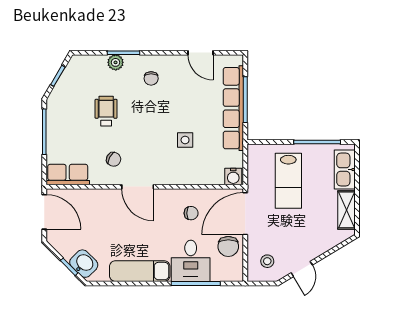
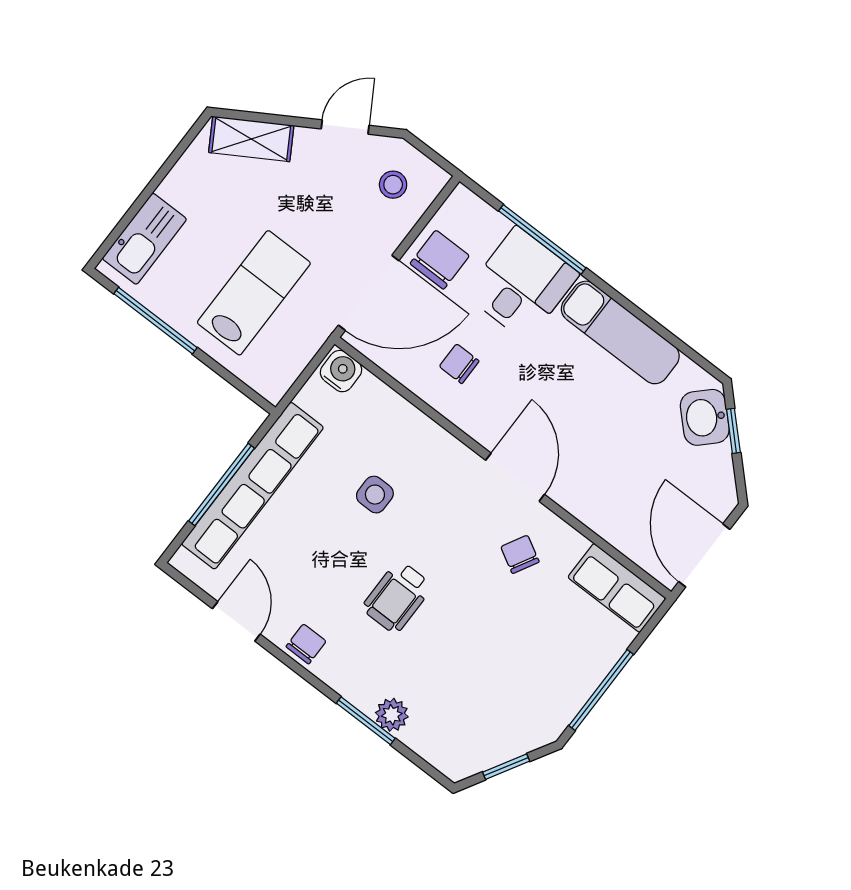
chair: (151, 78) -> (306, 644), moved
wheelchair: (106, 111) -> (397, 597), moved
shelving: (346, 210) -> (251, 139), moved, turned 59

